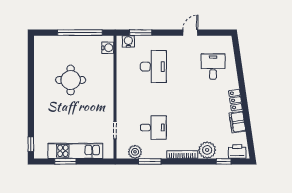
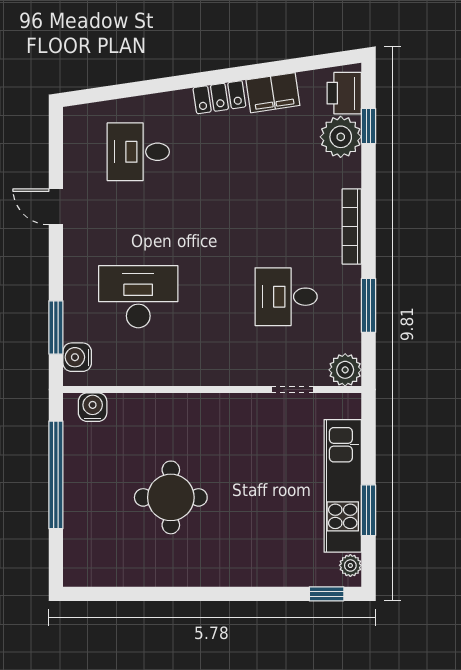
desk: (153, 127) -> (286, 297), turned -90
plant: (207, 150) -> (341, 137), moved
plant: (135, 152) -> (345, 370), moved
plant: (43, 154) -> (350, 565), added

